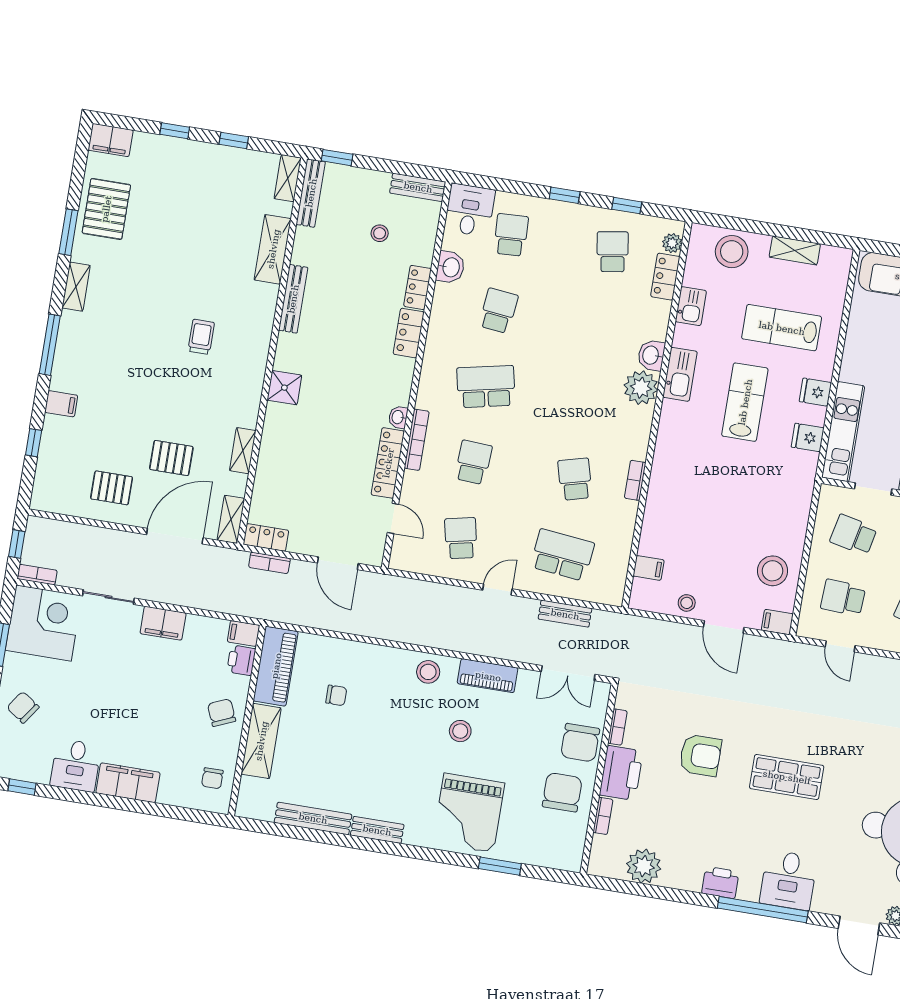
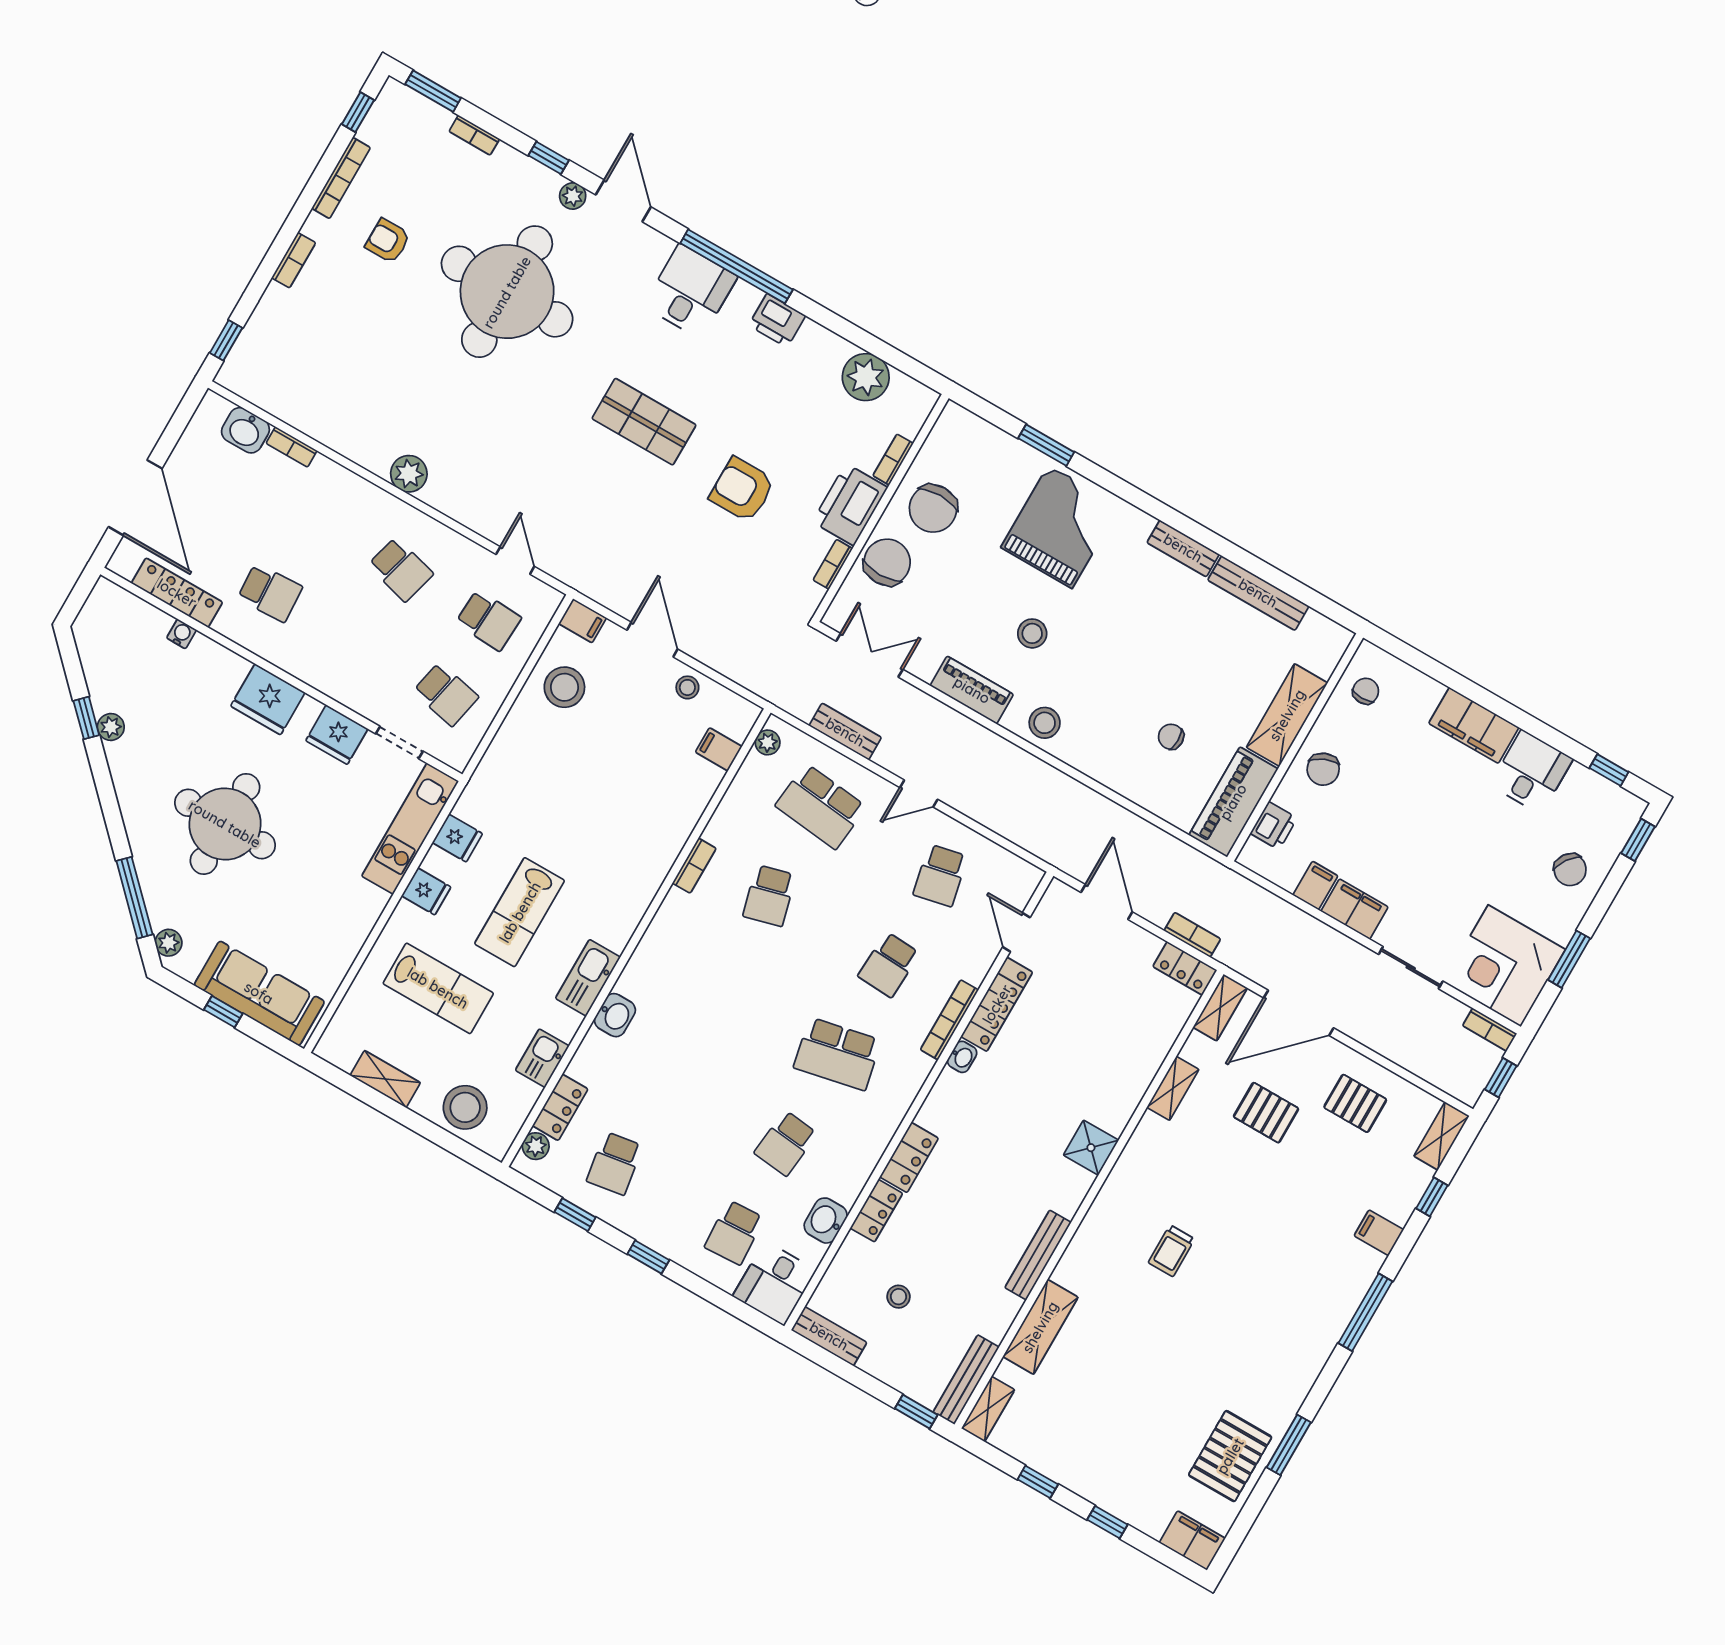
shelving: (76, 287) -> (1442, 1136), moved
plant: (641, 388) -> (768, 742), moved, width x0.53, depth x0.53
filing cabinet: (244, 633) -> (1315, 885), moved, turned -90

